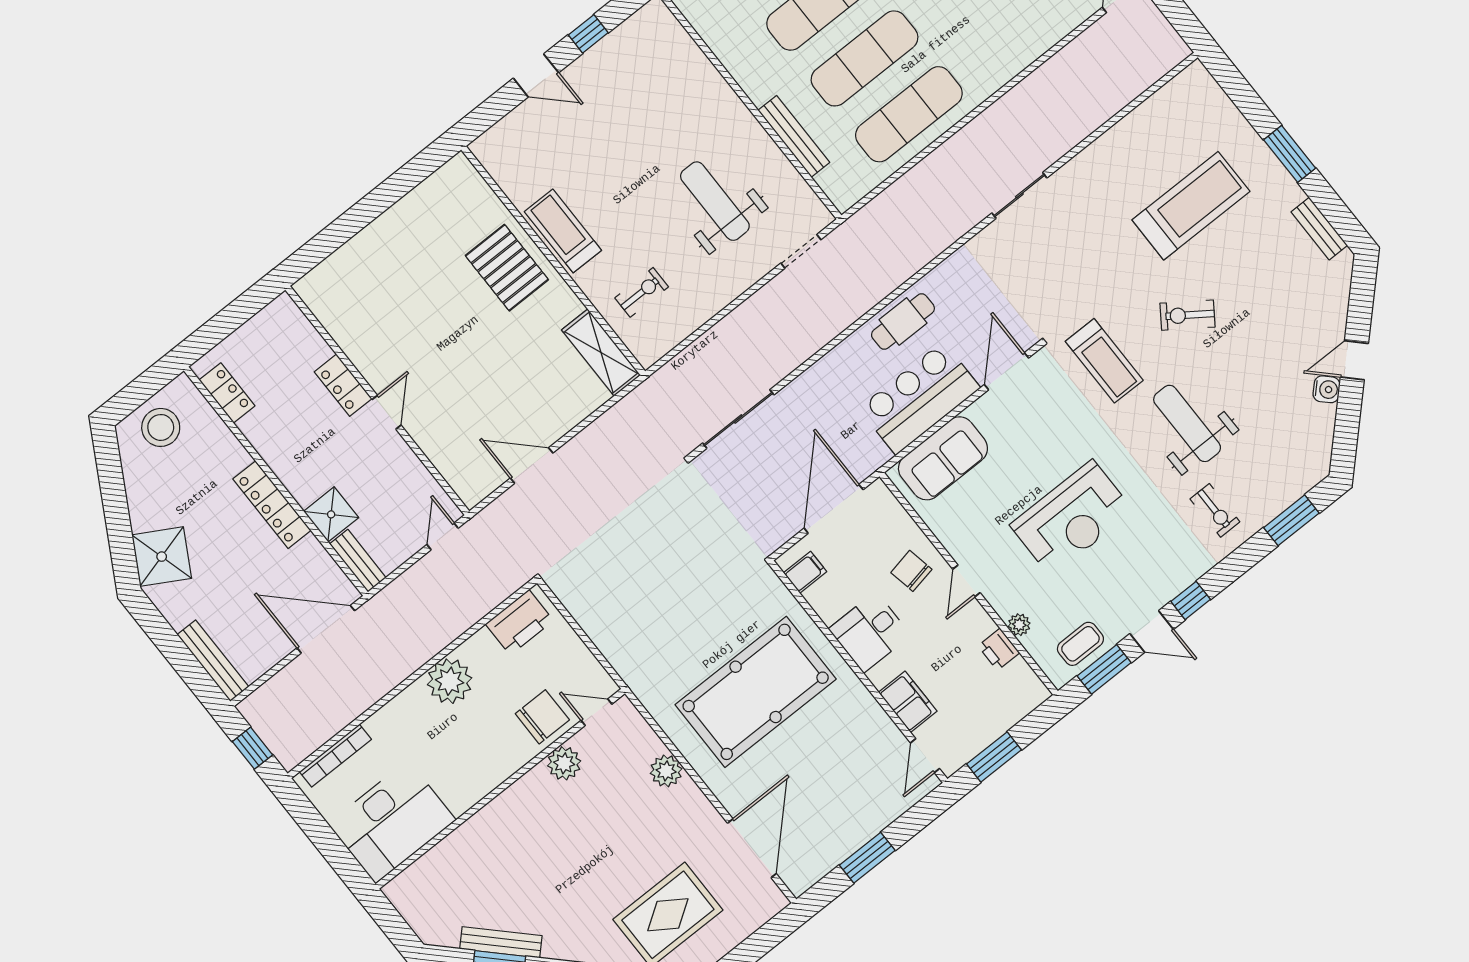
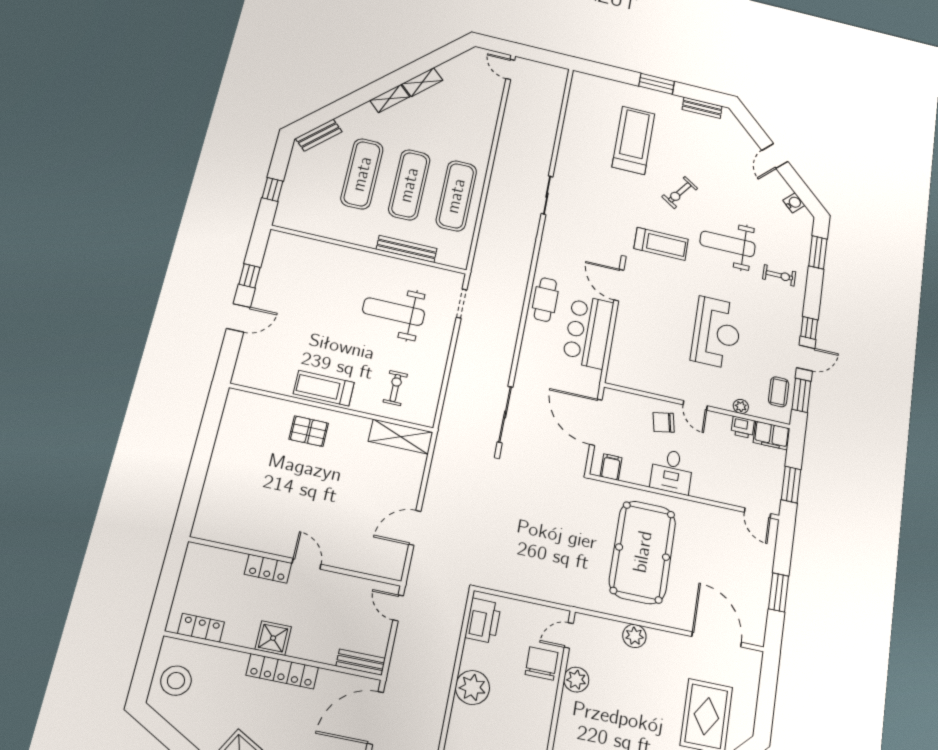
pallet: (507, 268) -> (309, 431), width x0.67, depth x0.71
water cooler: (1327, 389) -> (794, 203), moved
sofa: (943, 458) -> (627, 353), removed
shower: (331, 514) -> (273, 638), moved
filing cabinet: (908, 702) -> (771, 435), moved, turned 180

